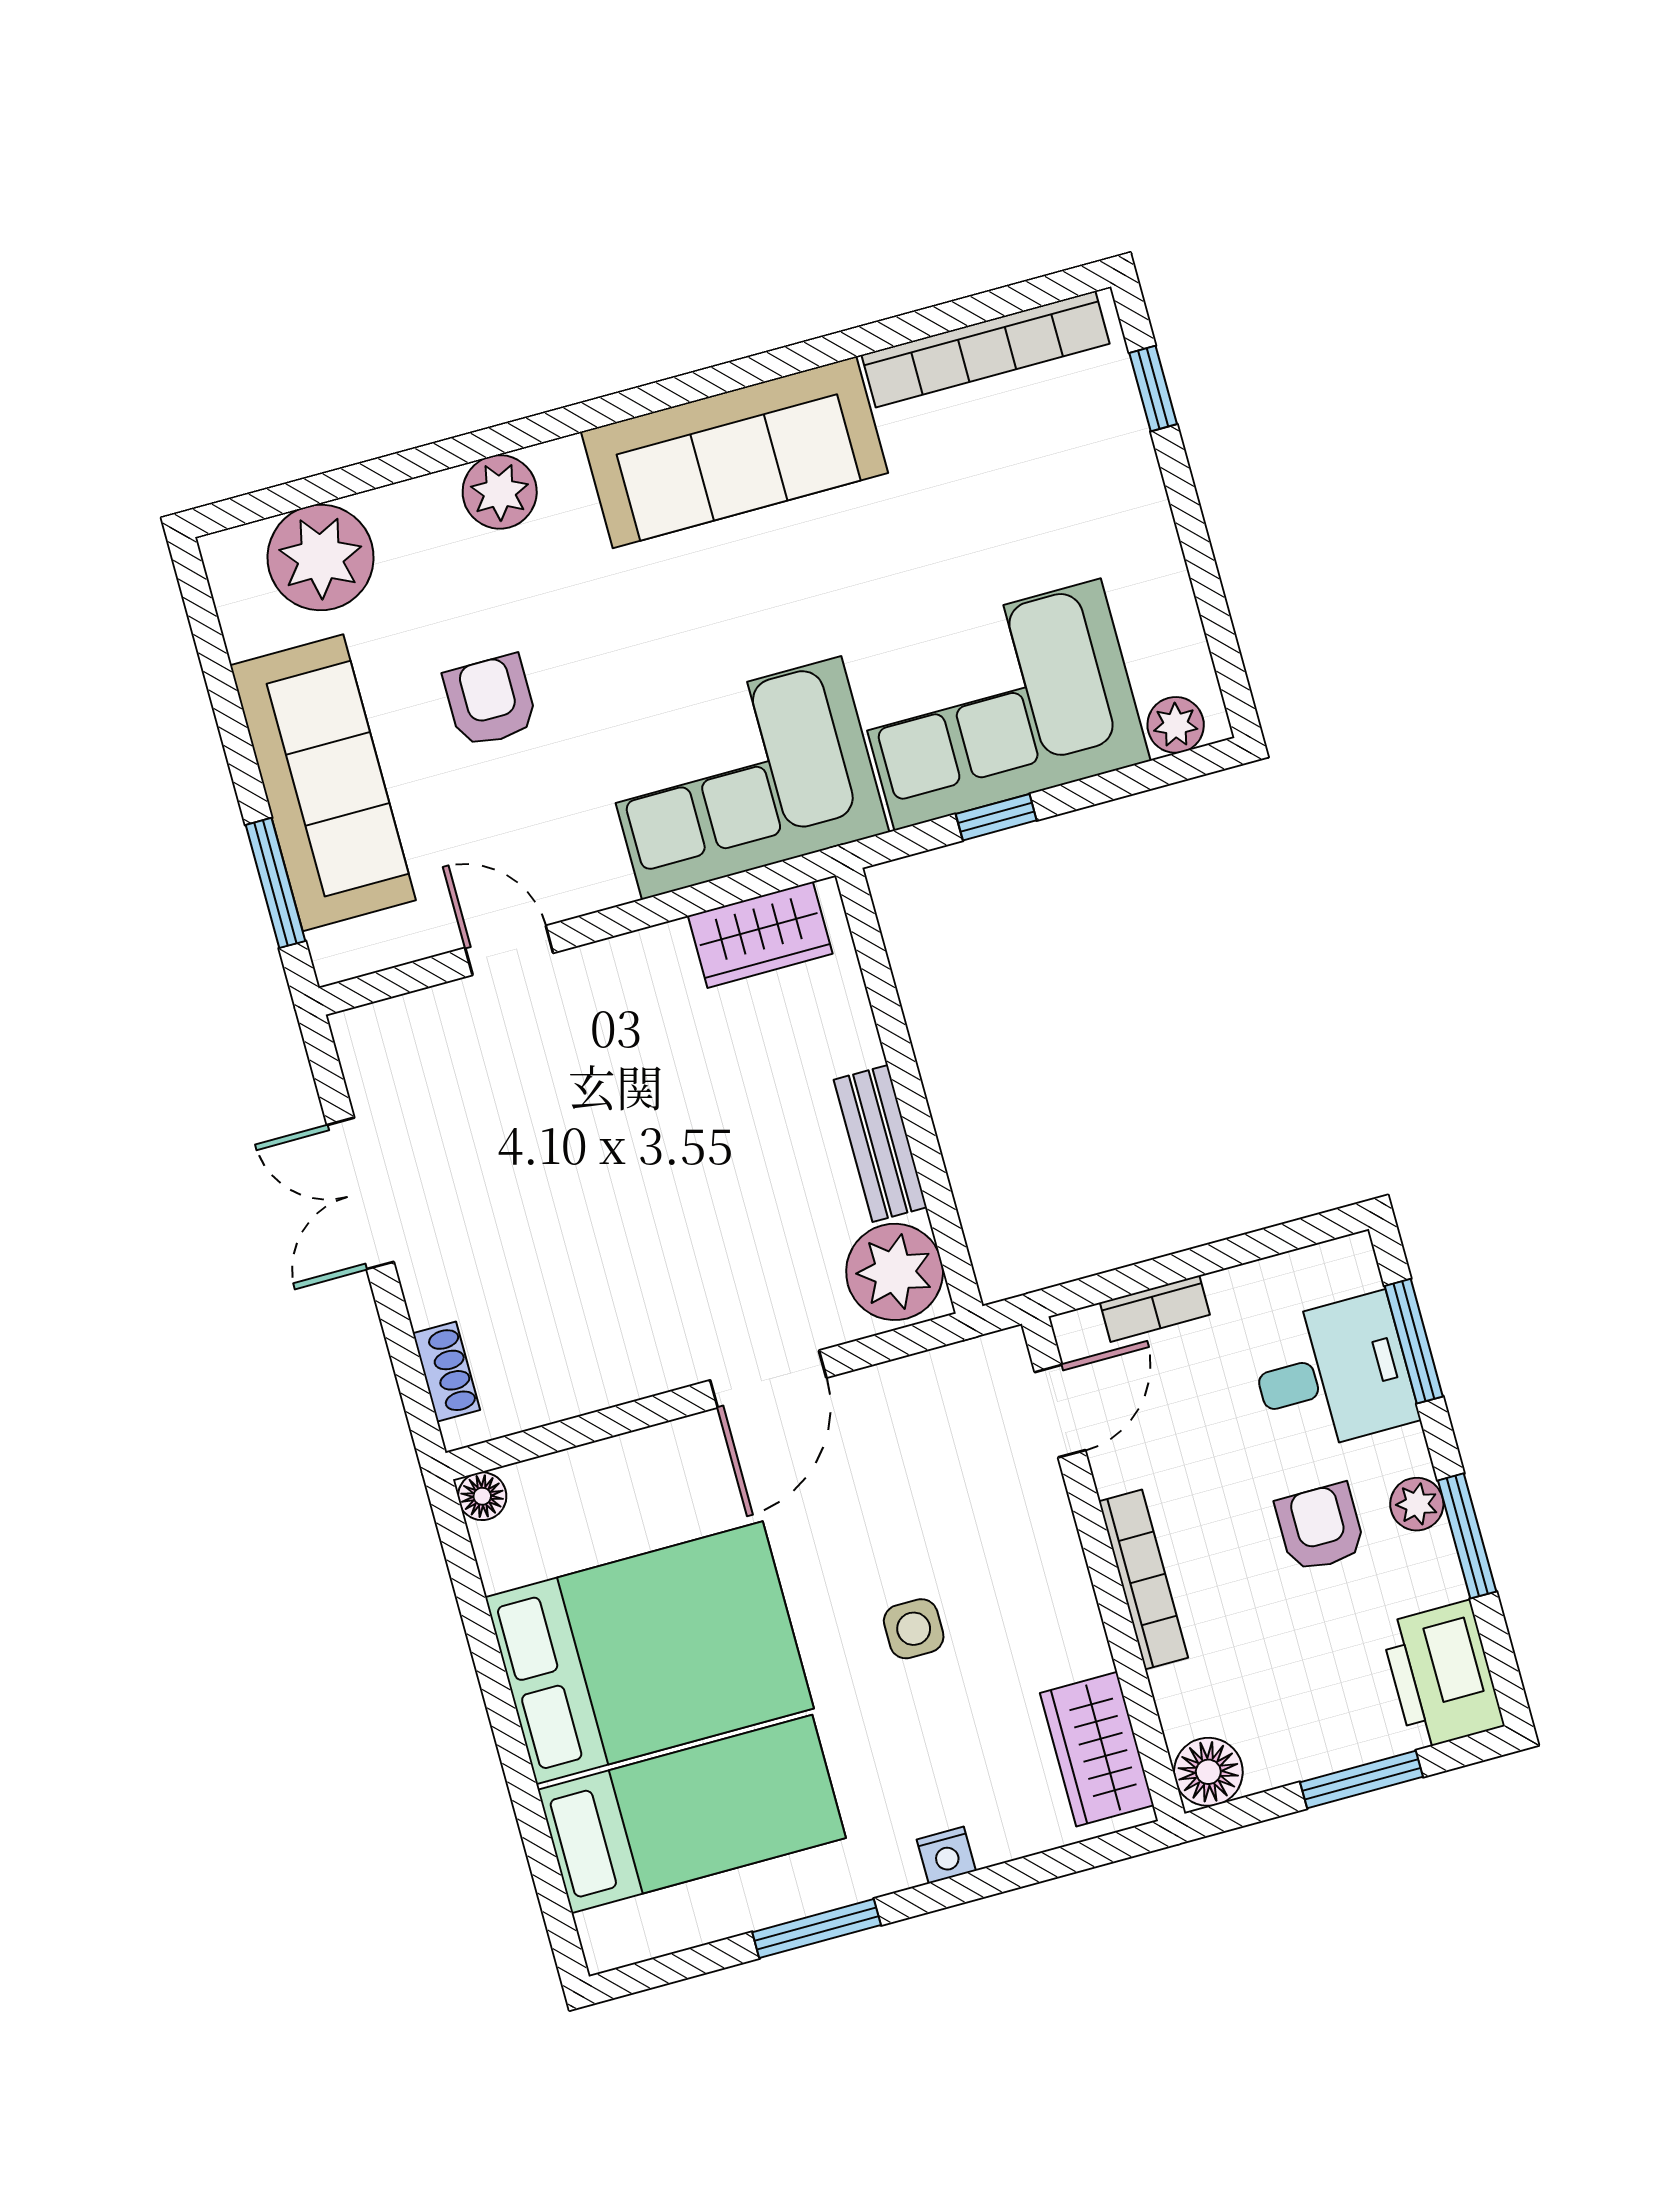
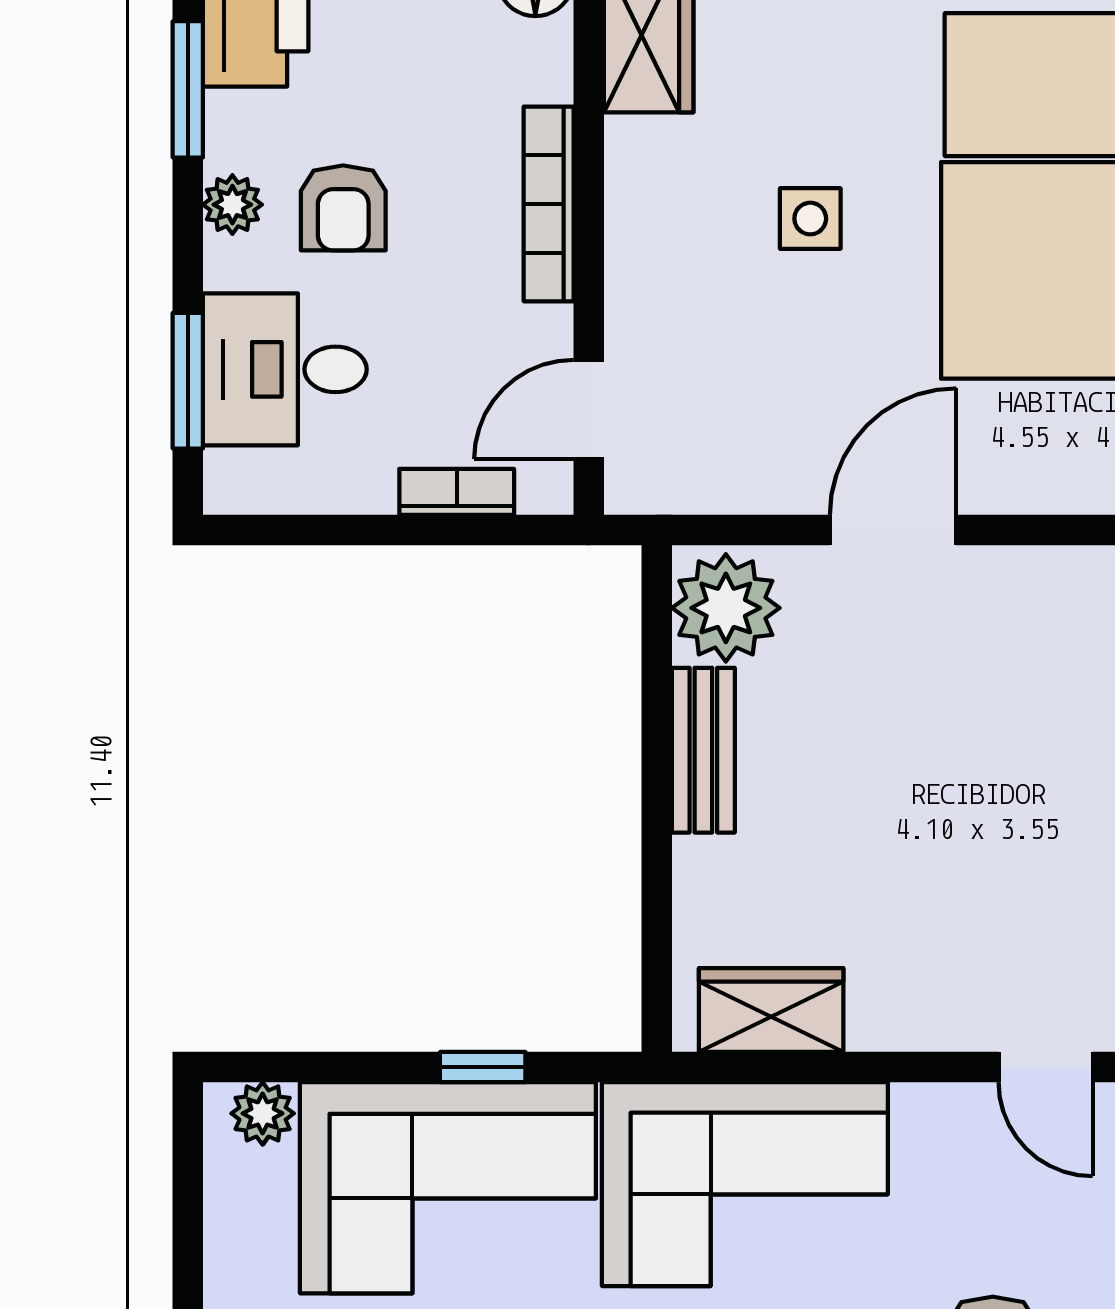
window: (1467, 1536) -> (188, 89), moved

